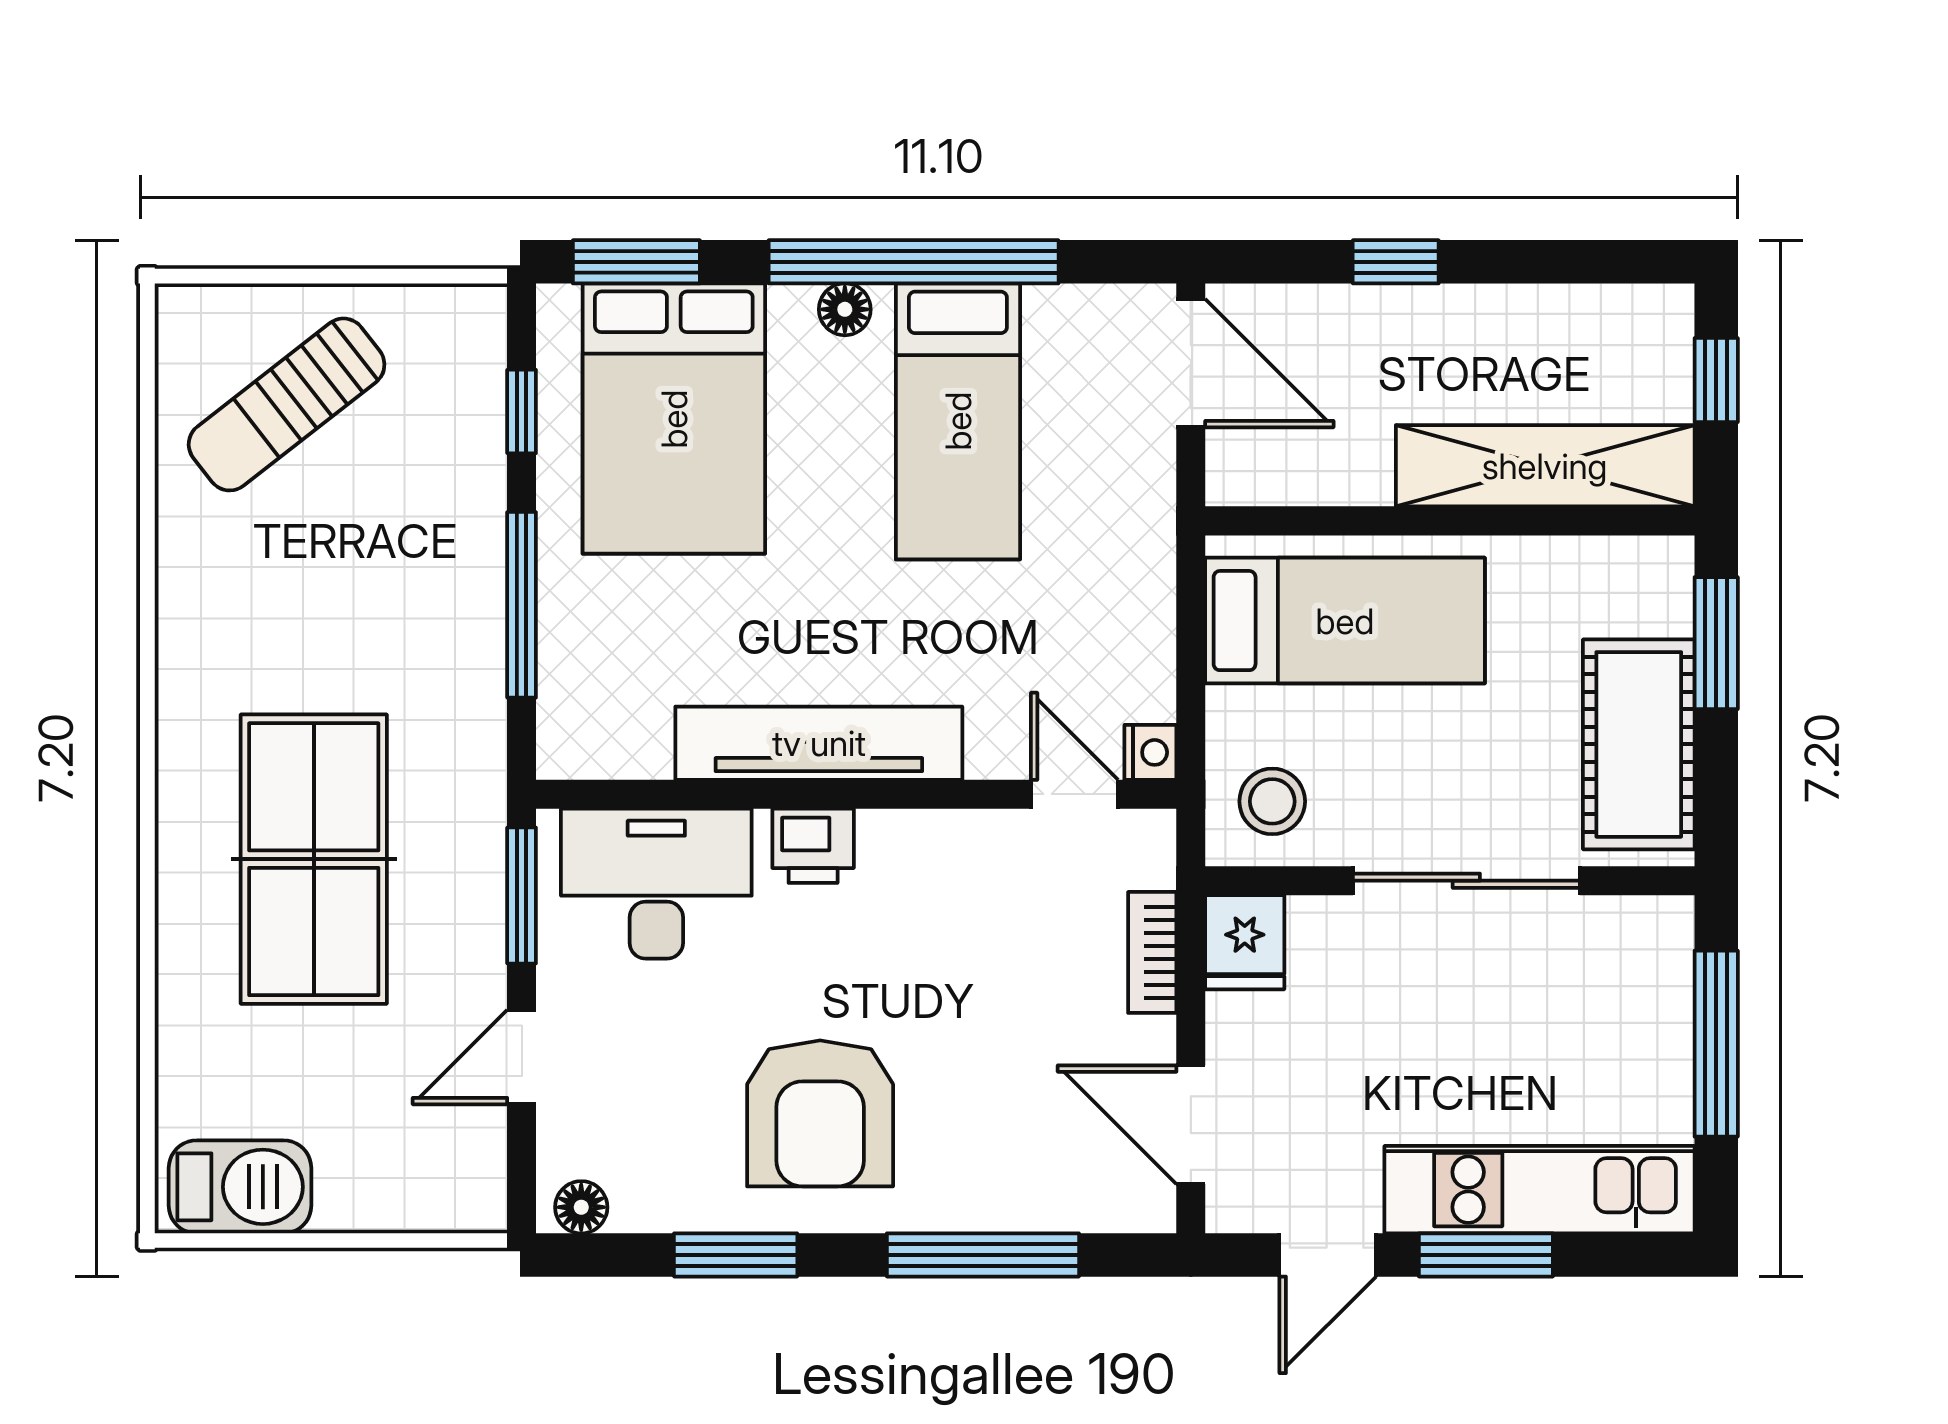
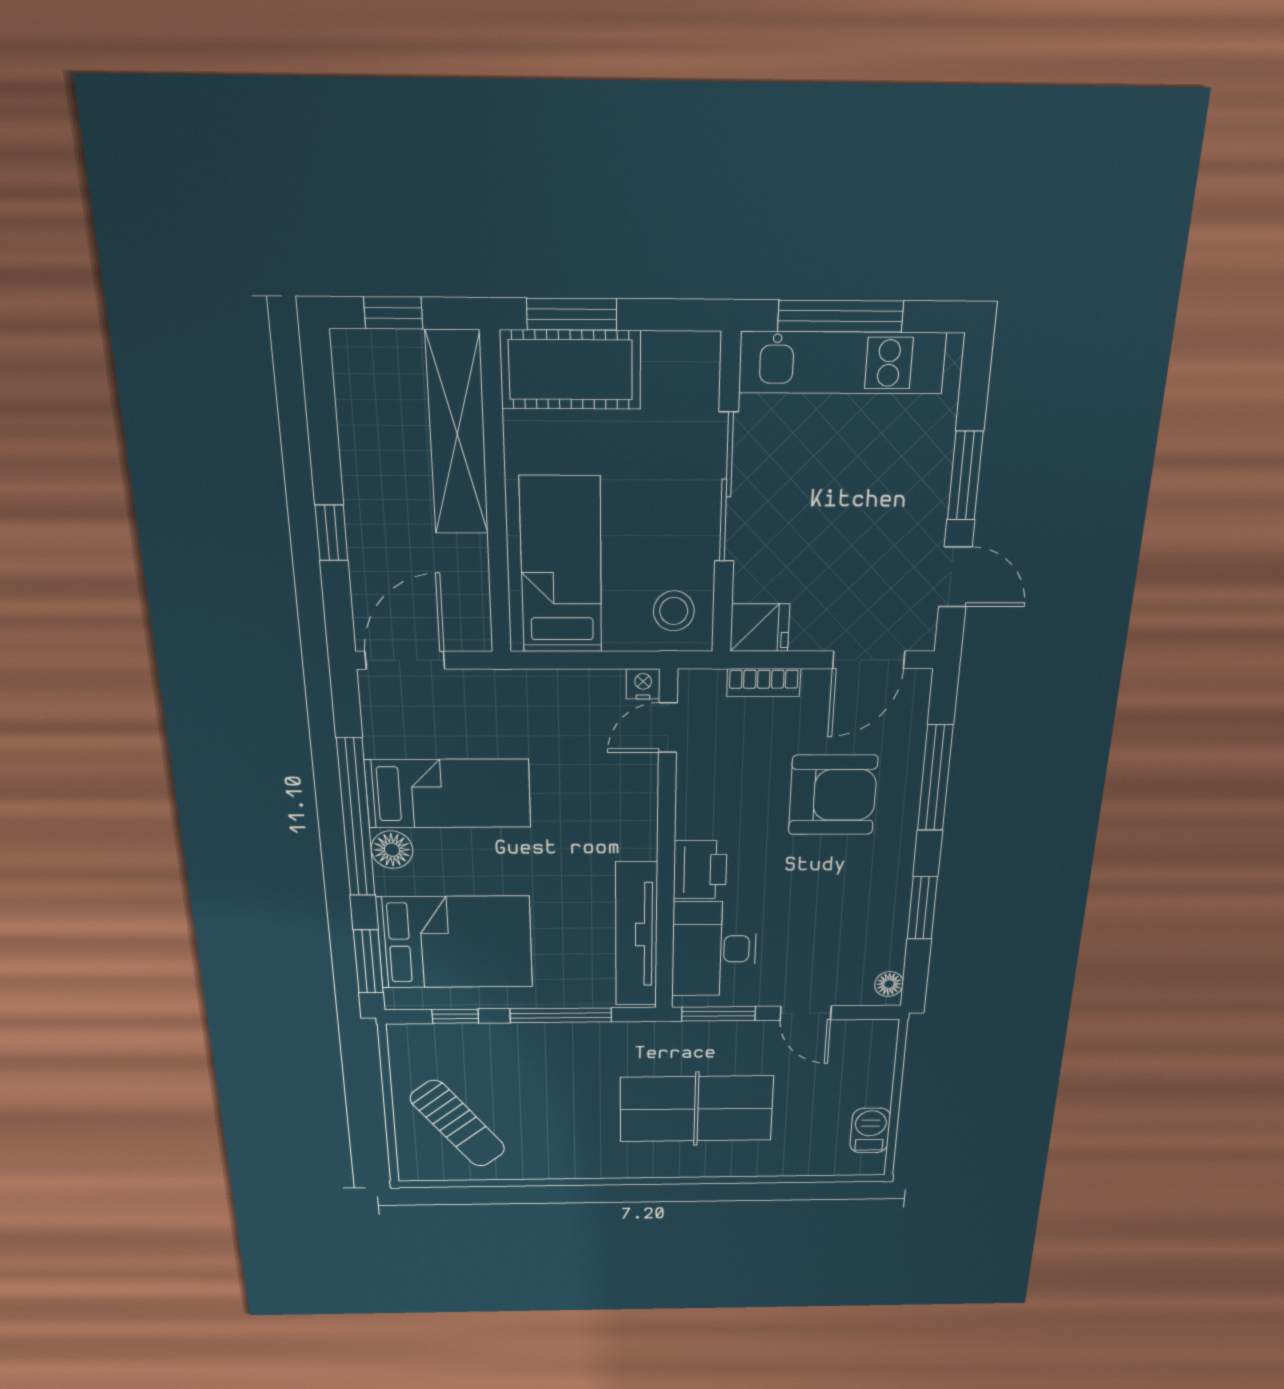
floor lamp: (845, 309) -> (392, 850), width x1.37, depth x1.37
tv unit: (819, 743) -> (636, 935), moved
cot: (1639, 744) -> (571, 370), moved
printer: (813, 846) -> (700, 870), width x1.36, depth x1.24
armchair: (820, 1113) -> (833, 795), moved
barbecue: (240, 1187) -> (870, 1131), width x0.73, depth x0.79
kitchen unit: (1540, 1190) -> (842, 363), moved, turned -90

